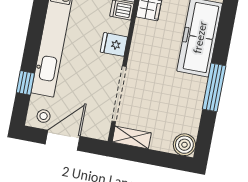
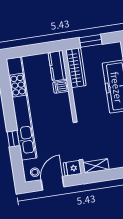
fridge: (114, 44) -> (72, 168), moved
window: (25, 83) -> (13, 139), moved

